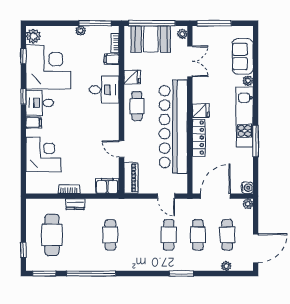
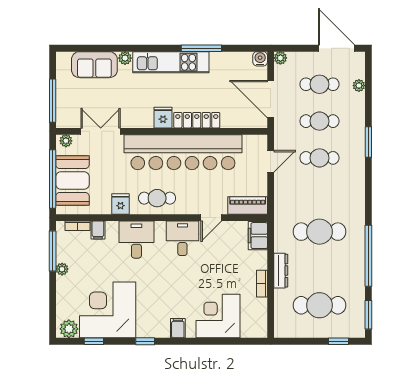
desk: (40, 103) -> (182, 238), moved, turned 180
dresser: (75, 204) -> (281, 271), width x1.44
cafe table: (110, 235) -> (319, 232), width x1.37, depth x1.35

